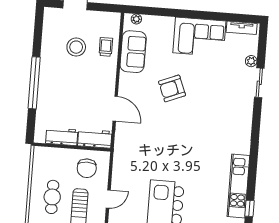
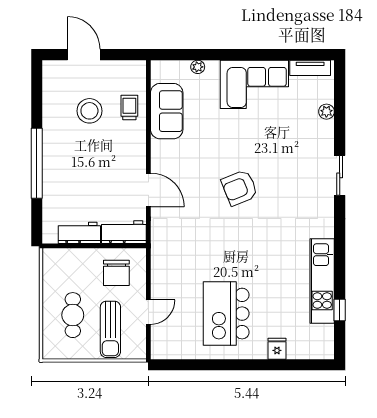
plant: (136, 19) -> (198, 67), moved
sliding door: (259, 83) -> (340, 175), moved
armchair: (172, 88) -> (240, 188), moved

